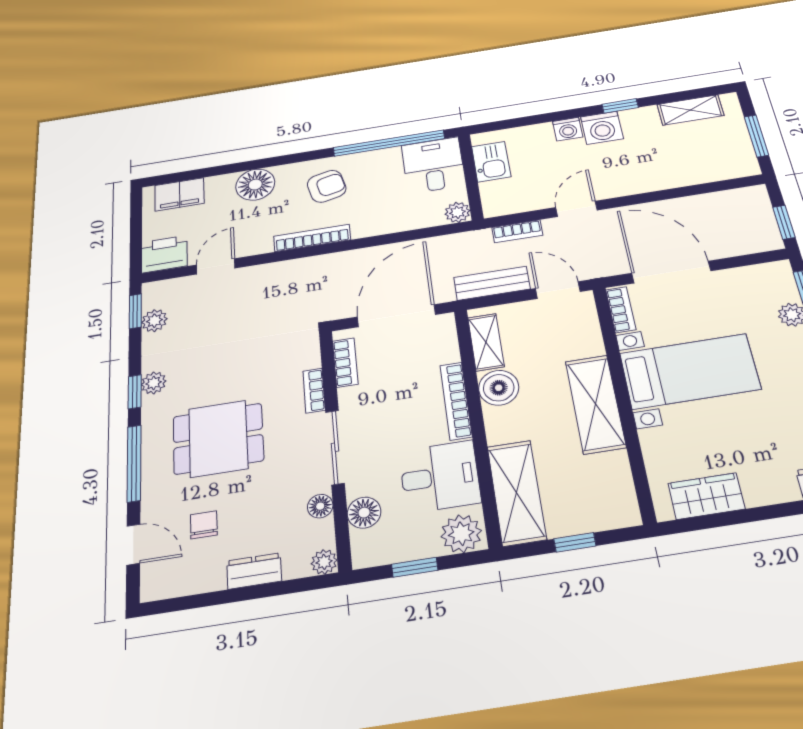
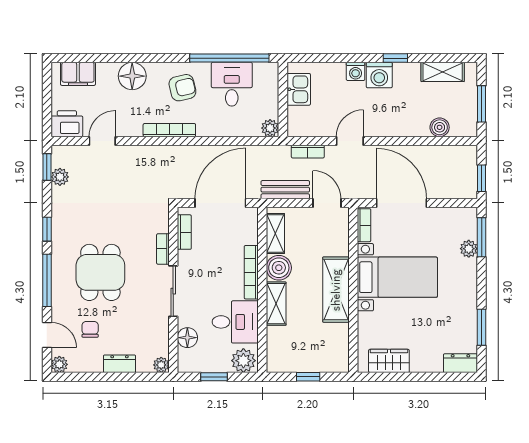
desk: (433, 165) -> (232, 84), moved
boiler: (704, 172) -> (440, 127), added
plant: (154, 383) -> (59, 364), moved
dining table: (218, 439) -> (100, 272), turned 90
shelving: (517, 493) -> (276, 304), moved, width x0.67, depth x0.75
floor lamp: (320, 506) -> (161, 329), removed

